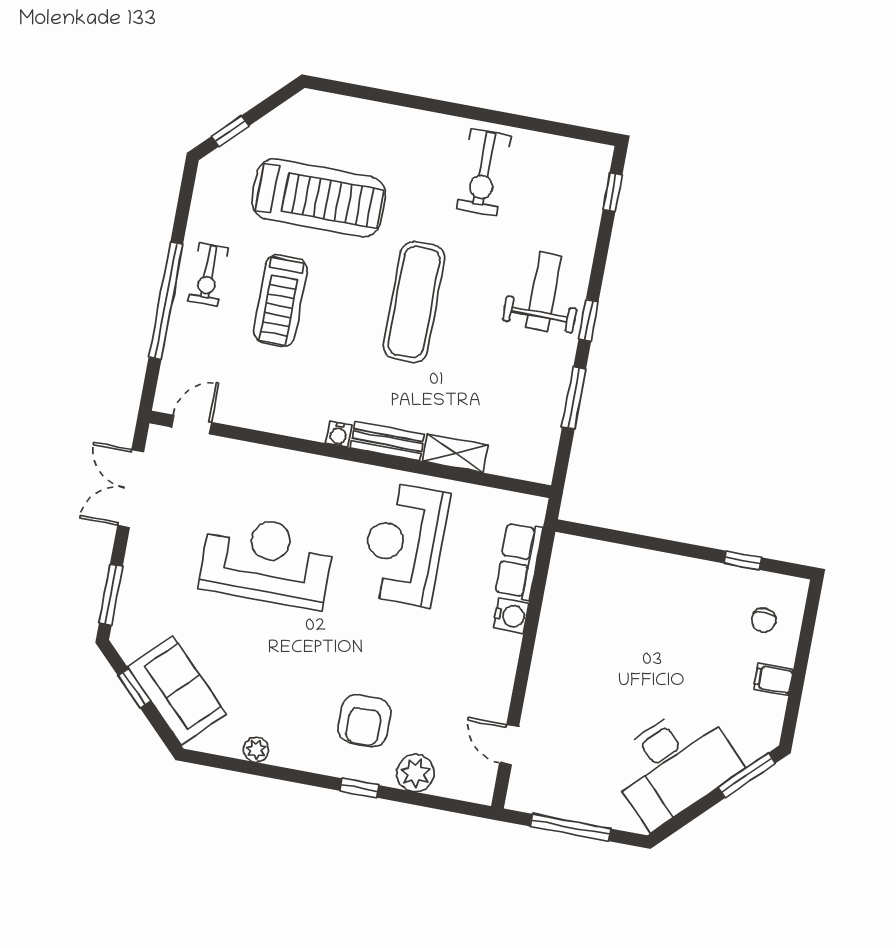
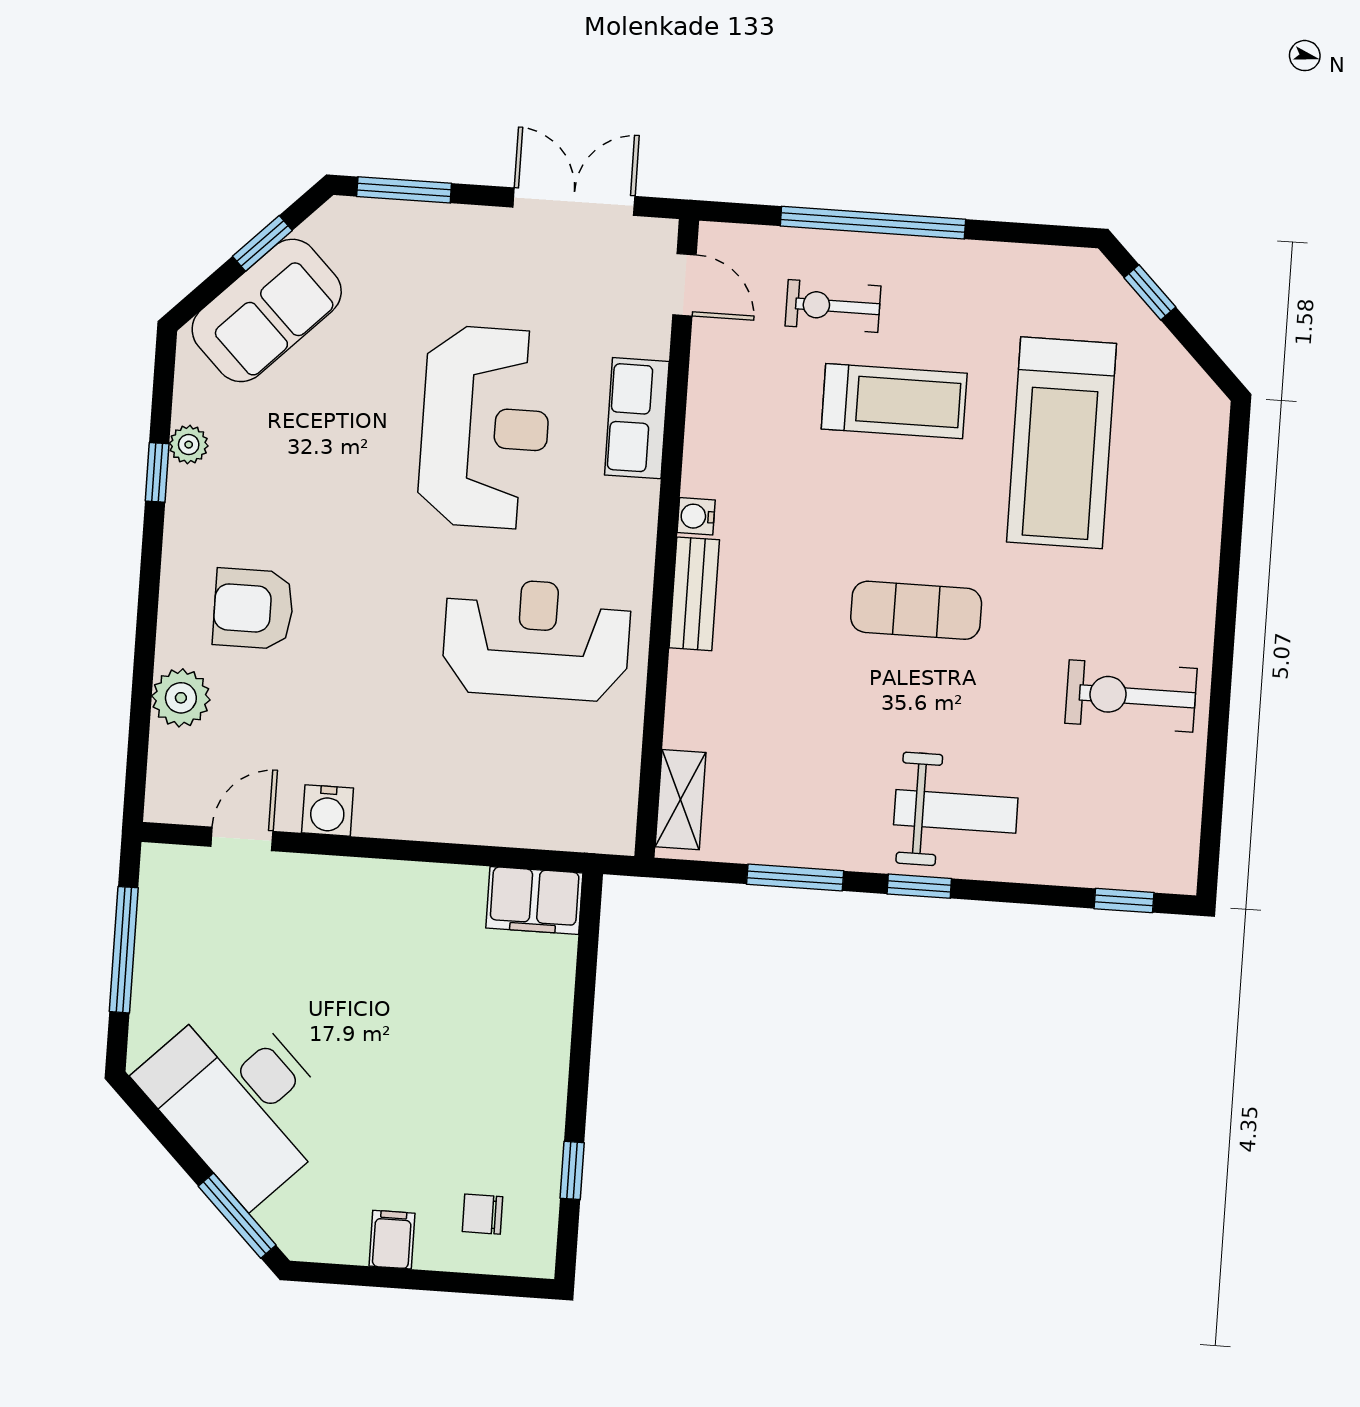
exercise bike: (208, 275) -> (833, 306), moved
treadmill: (280, 301) -> (894, 401), turned 180
exercise mat: (414, 302) -> (916, 610), width x0.73, depth x0.69
shelving: (455, 453) -> (681, 800), moved
row of seats: (519, 561) -> (637, 418), moved, turned -90
filing cabinet: (569, 564) -> (534, 900), added
water cooler: (511, 616) -> (328, 810), moved
window: (360, 788) -> (157, 472), moved

